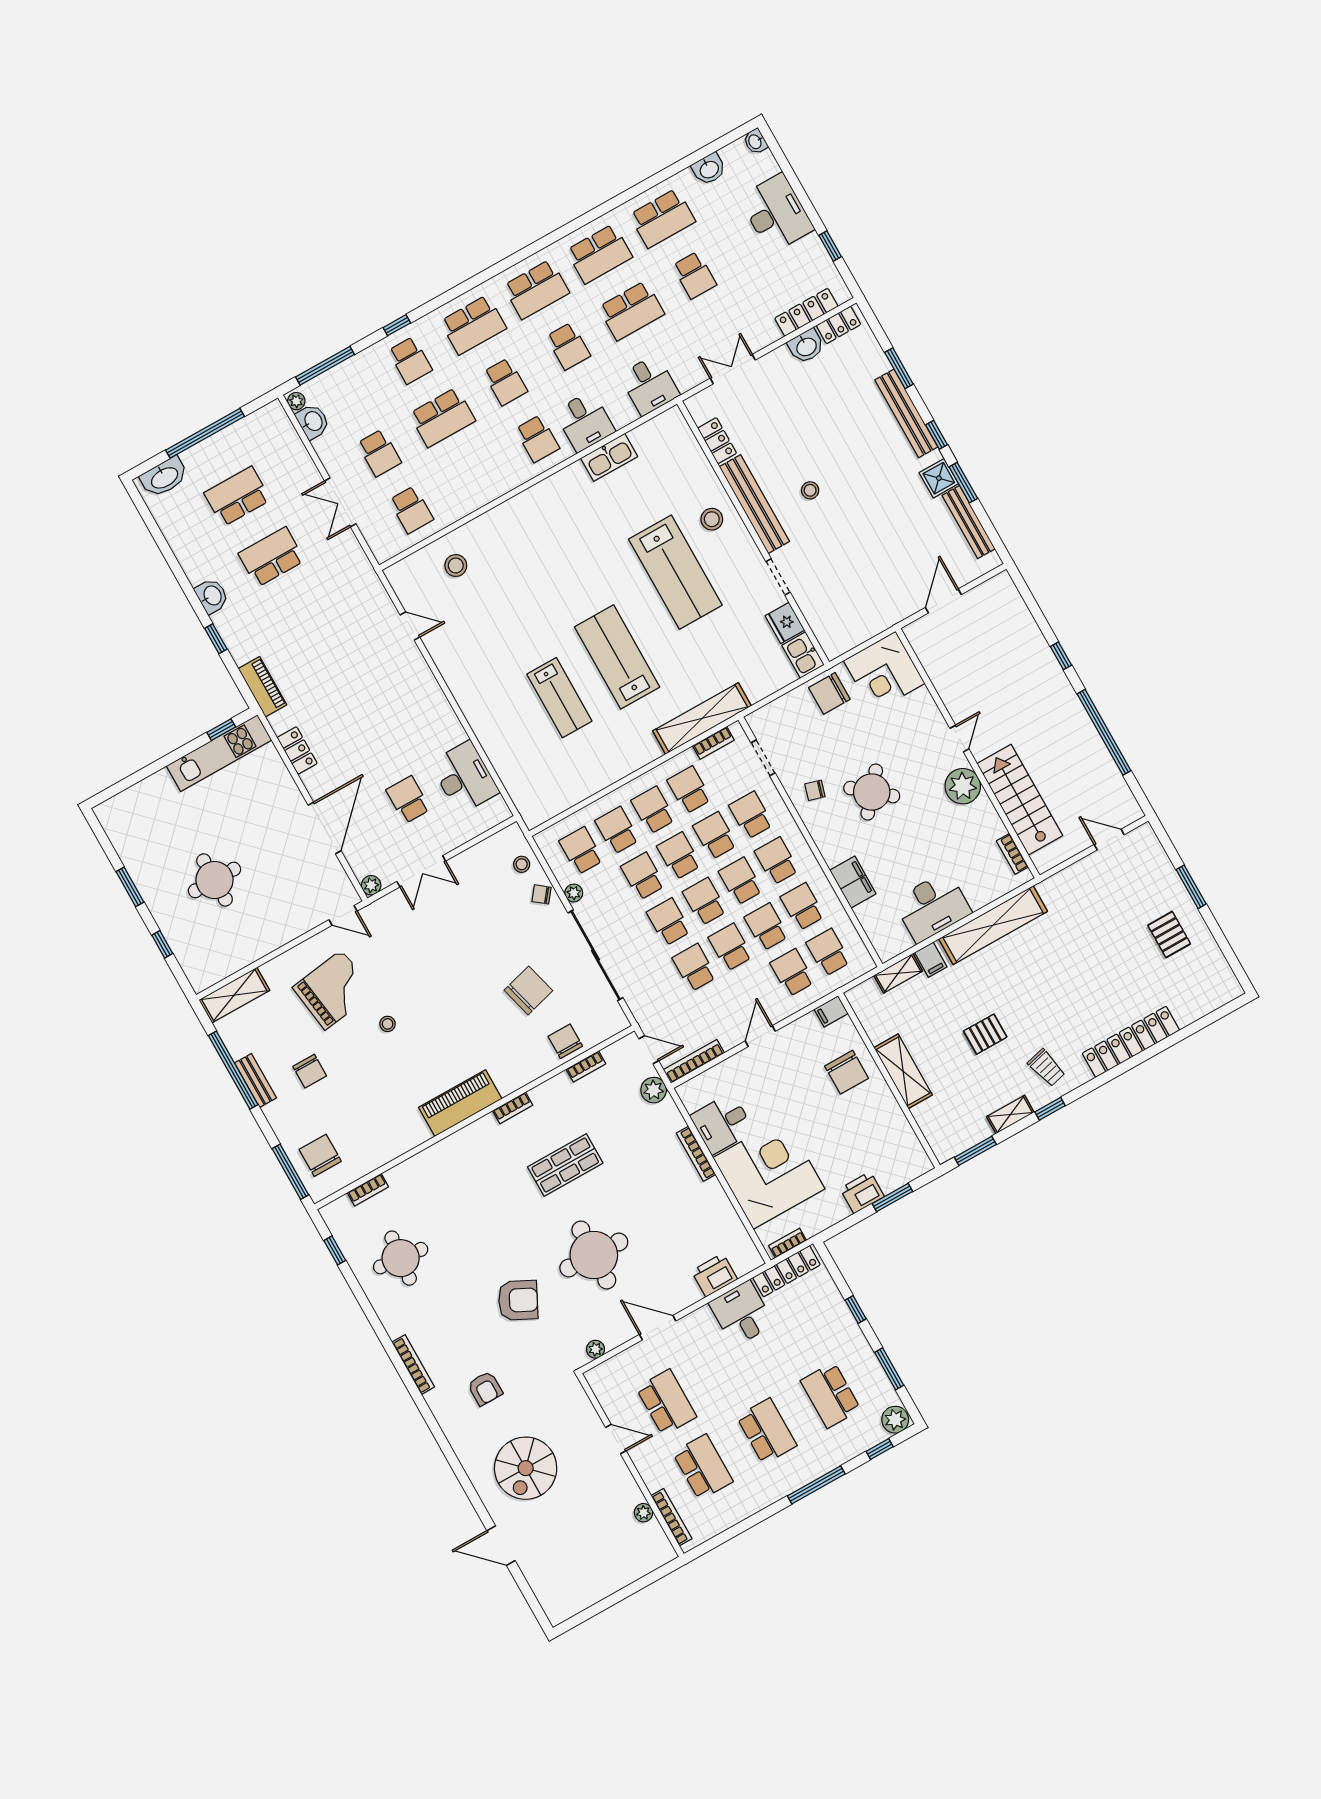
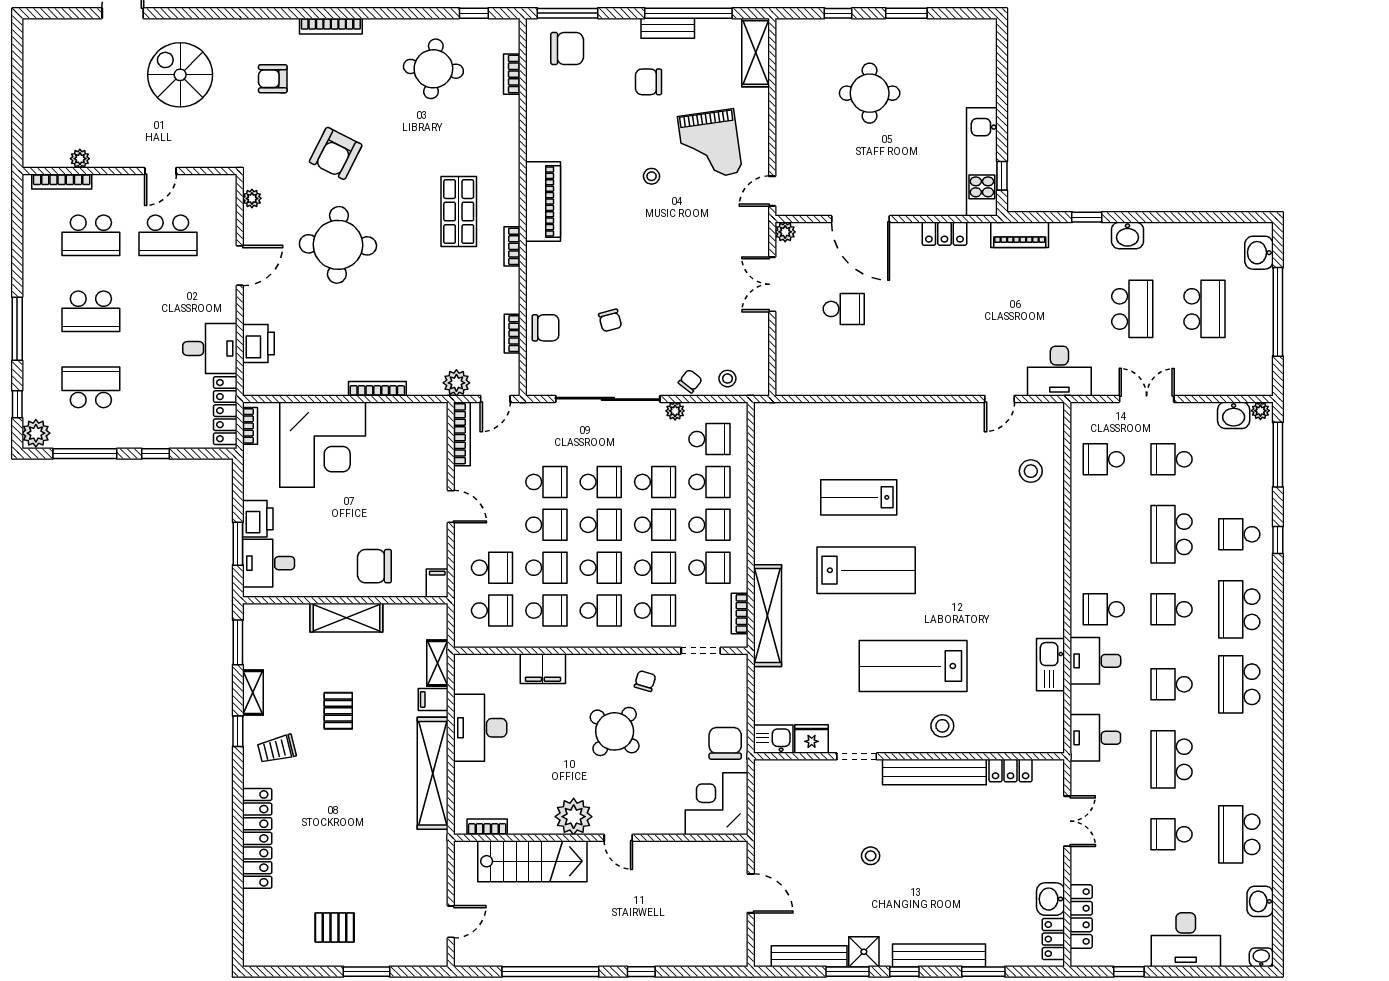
school desk: (599, 254) -> (1239, 759), removed
washbasin: (164, 477) -> (1259, 253), width x0.72
stool: (810, 490) -> (871, 856), moved
desk: (464, 778) -> (1059, 371), moved
chair: (528, 990) -> (610, 320), width x0.54, depth x0.54
desk: (722, 1124) -> (269, 563), moved, turned -90
shop shelf: (565, 1165) -> (459, 212), moved
window: (889, 1369) -> (85, 454), width x1.44

